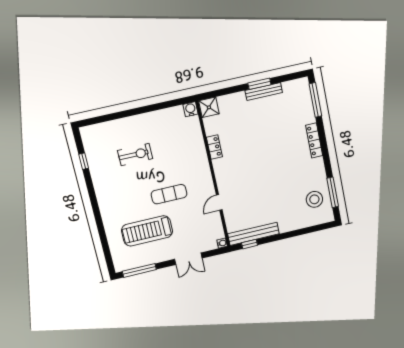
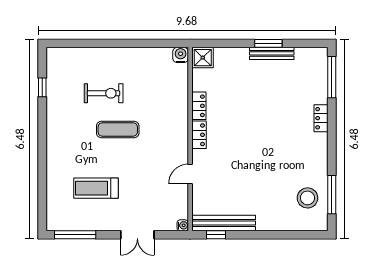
locker: (314, 140) -> (321, 118), width x0.66
locker: (219, 170) -> (199, 135), added
exercise mat: (169, 194) -> (118, 129), moved
treadmill: (147, 231) -> (96, 188), width x0.73, depth x0.73

